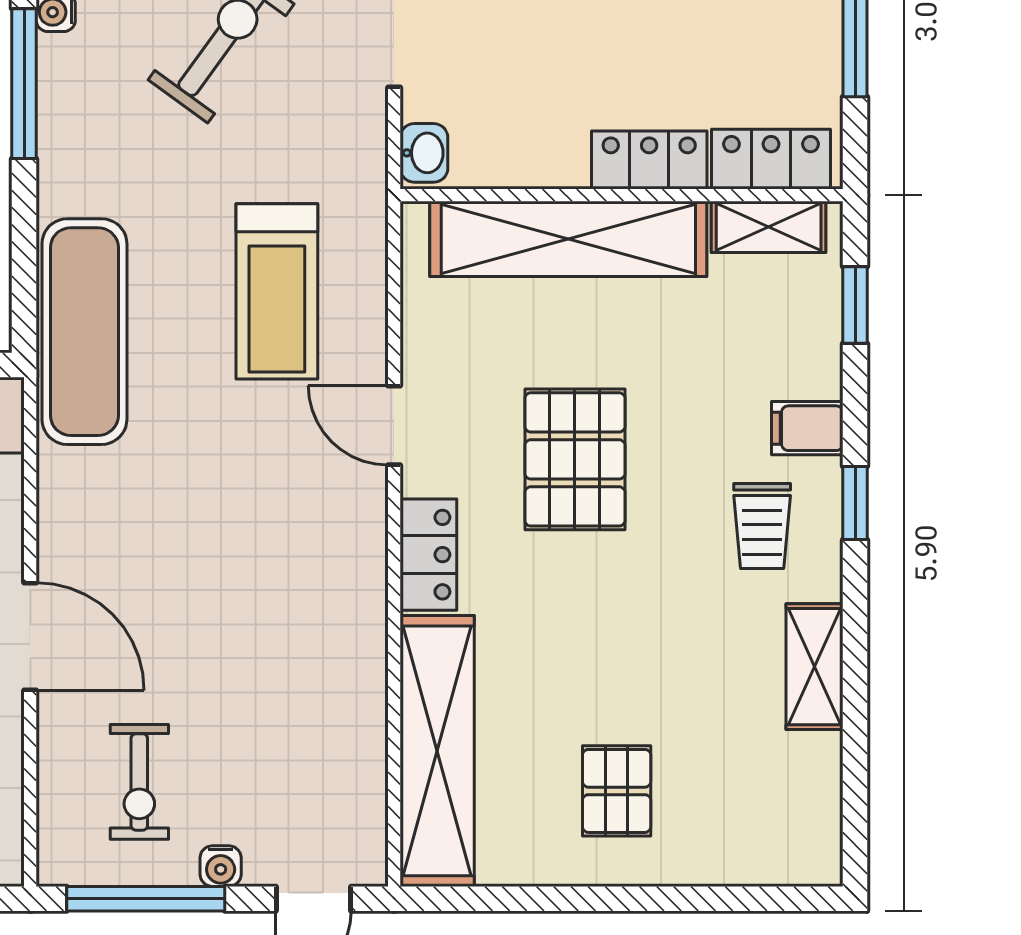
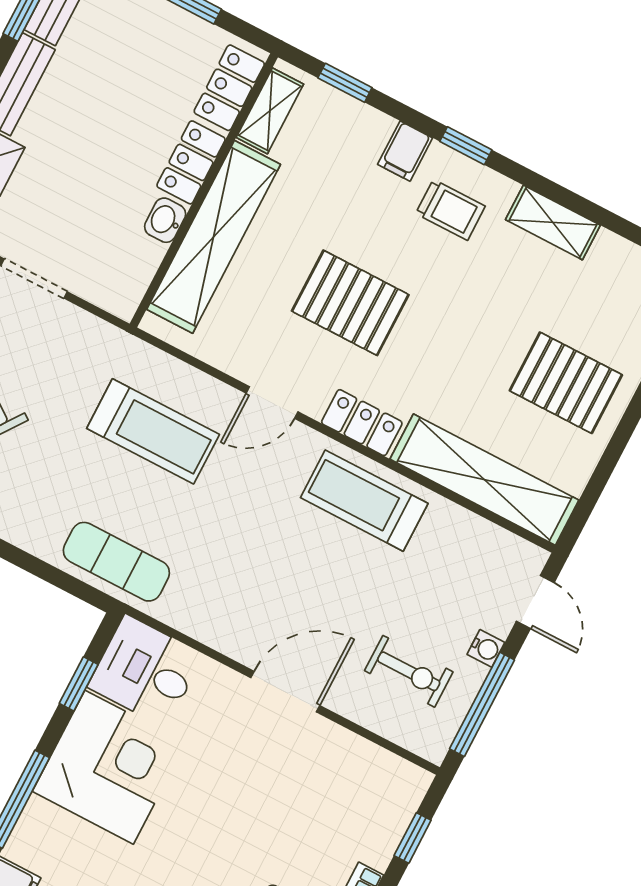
washbasin: (424, 153) -> (165, 220), moved, turned -90
exercise mat: (84, 332) -> (116, 562), width x0.73, depth x0.69
treadmill: (329, 610) -> (364, 501), added
pallet: (617, 791) -> (566, 383), width x1.50, depth x1.42

